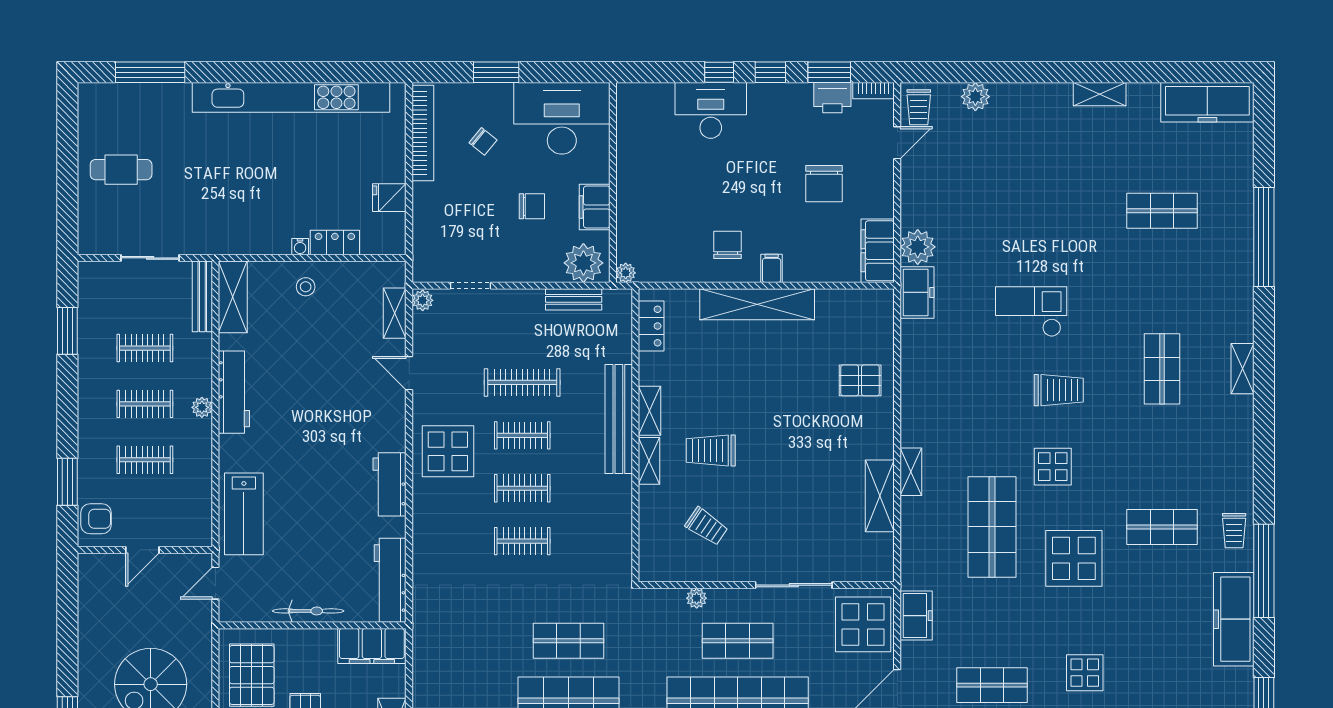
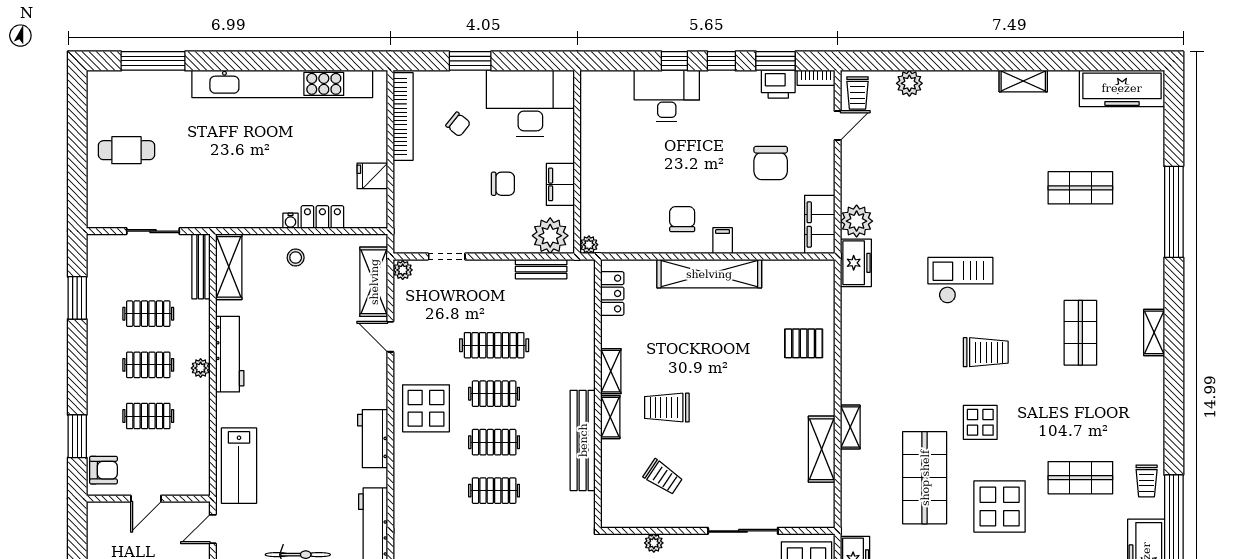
shelving: (395, 313) -> (374, 282), width x1.50, depth x1.33
bench: (619, 419) -> (583, 440), moved

